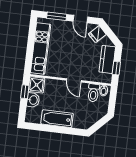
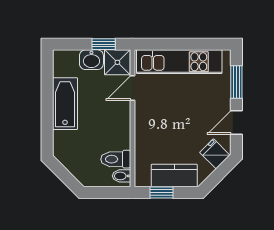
door: (74, 80) -> (133, 88), moved

